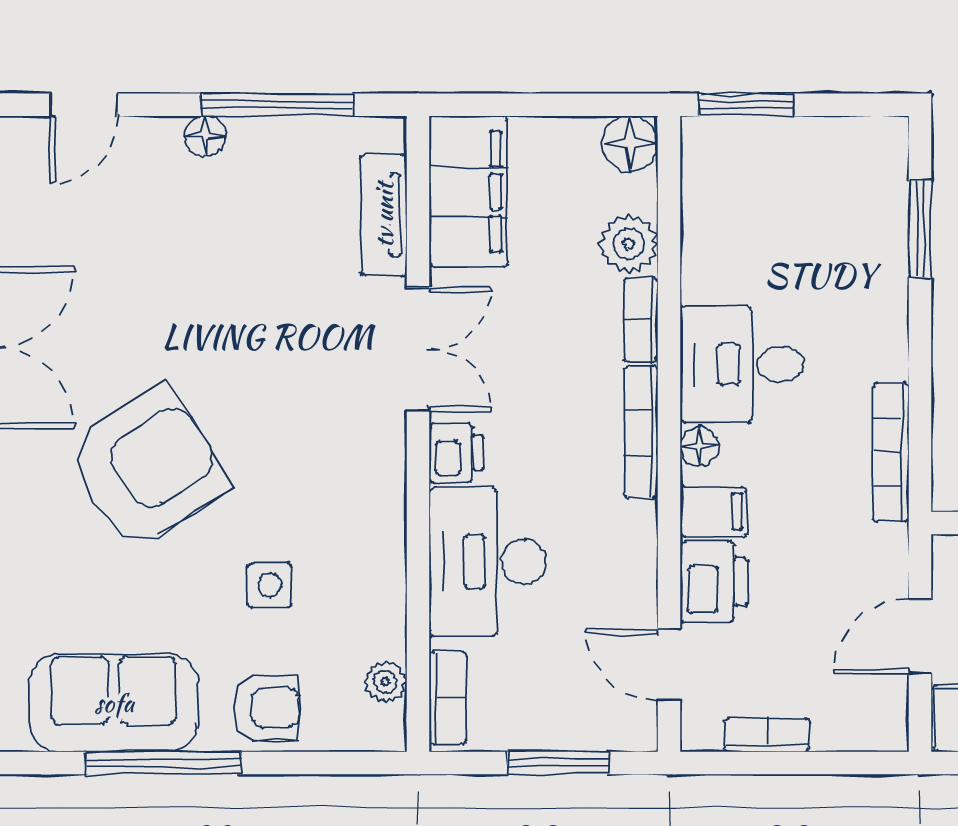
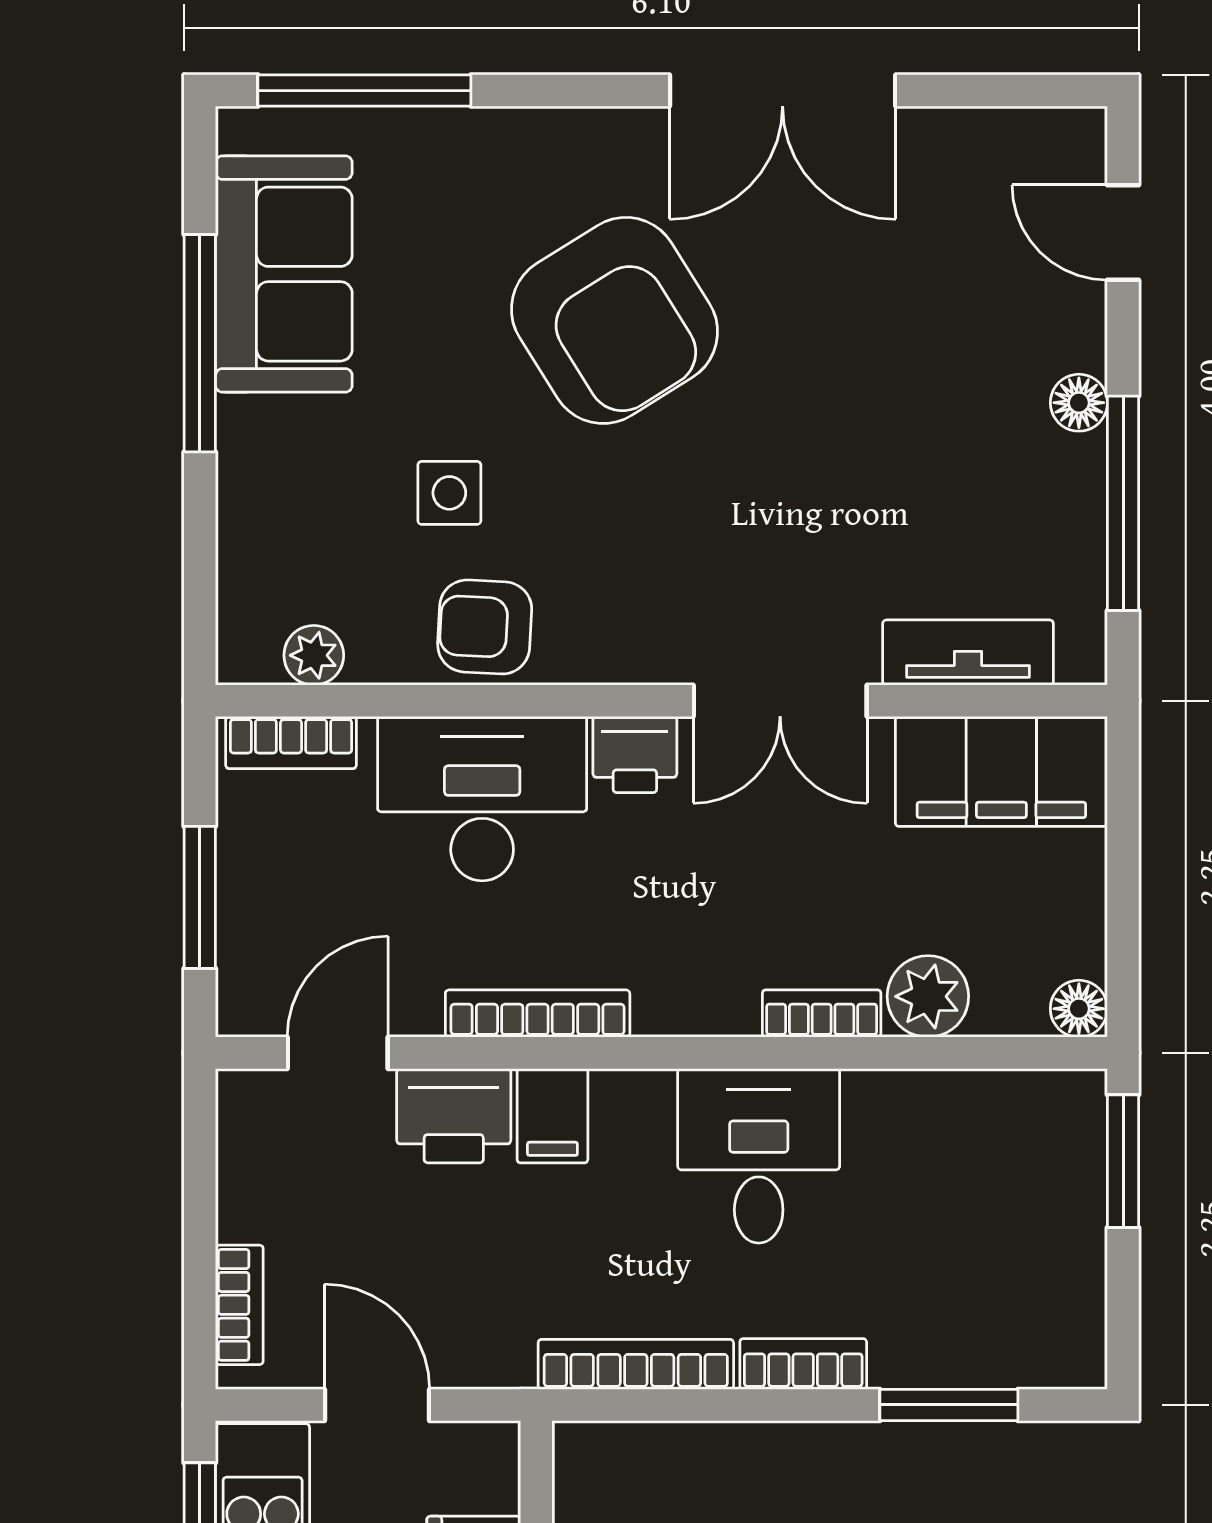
floor lamp: (630, 144) -> (1079, 1009), width x0.73, depth x0.73
bookcase: (891, 333) -> (803, 1364), added
bookcase: (641, 432) -> (538, 1014), moved
floor lamp: (700, 446) -> (644, 1096), removed
armchair: (266, 707) -> (485, 627), moved, turned 93
bookcase: (767, 735) -> (239, 1305), moved

